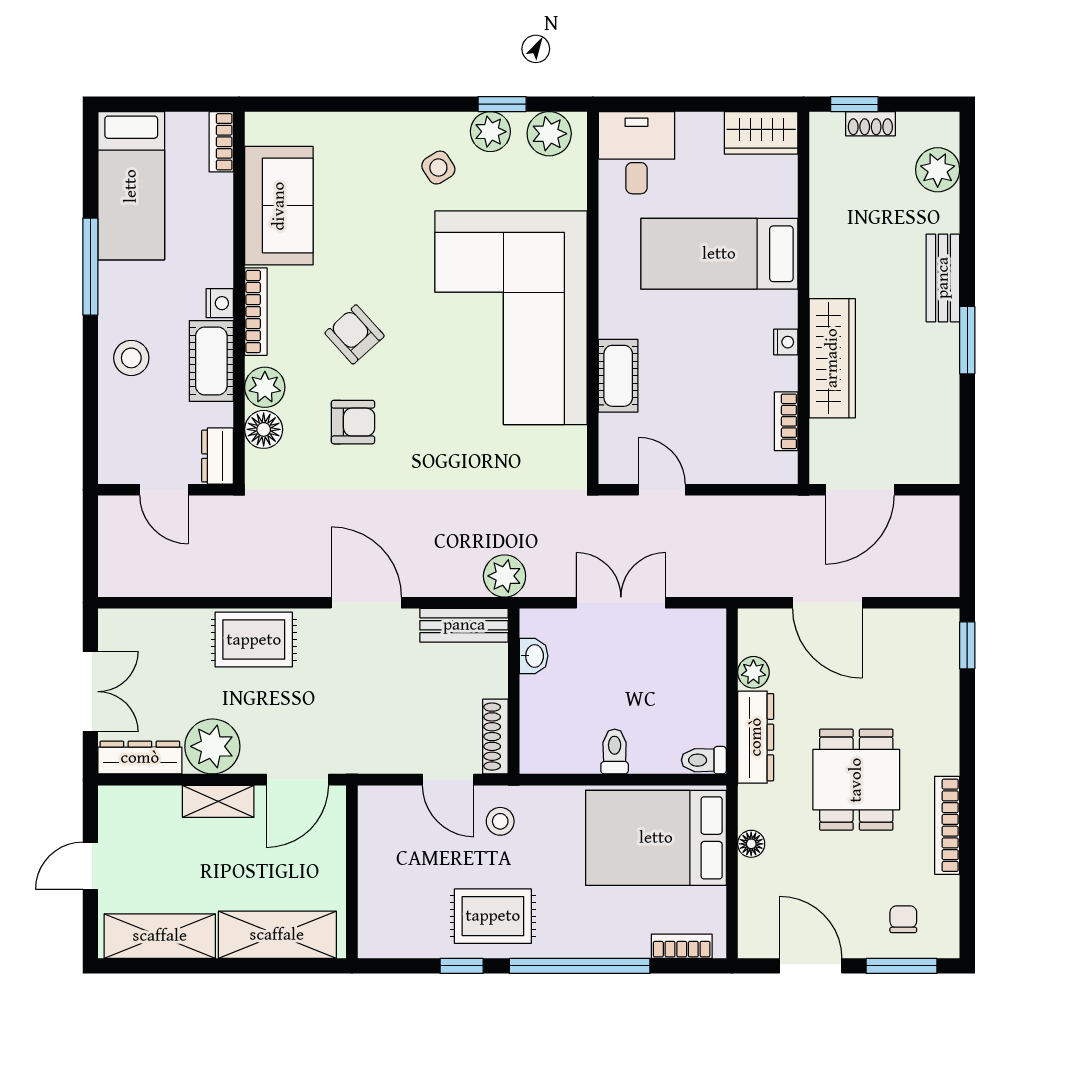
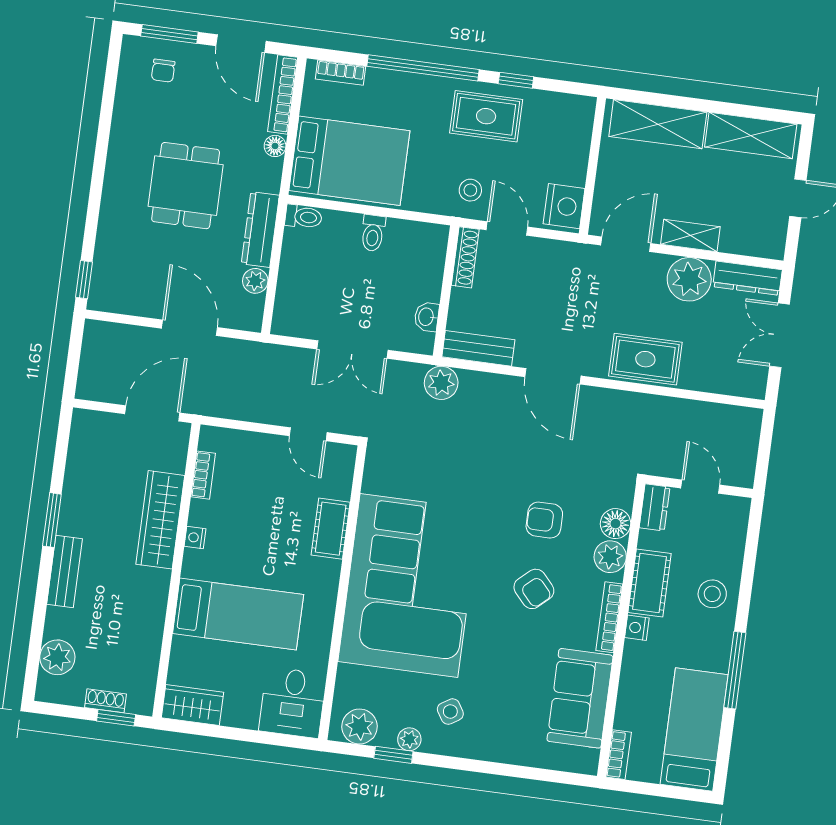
plant: (490, 132) -> (409, 739), width x0.73, depth x0.73
nightstand: (381, 817) -> (564, 206), added
bookcase: (947, 825) -> (283, 94), moved, turned 180

